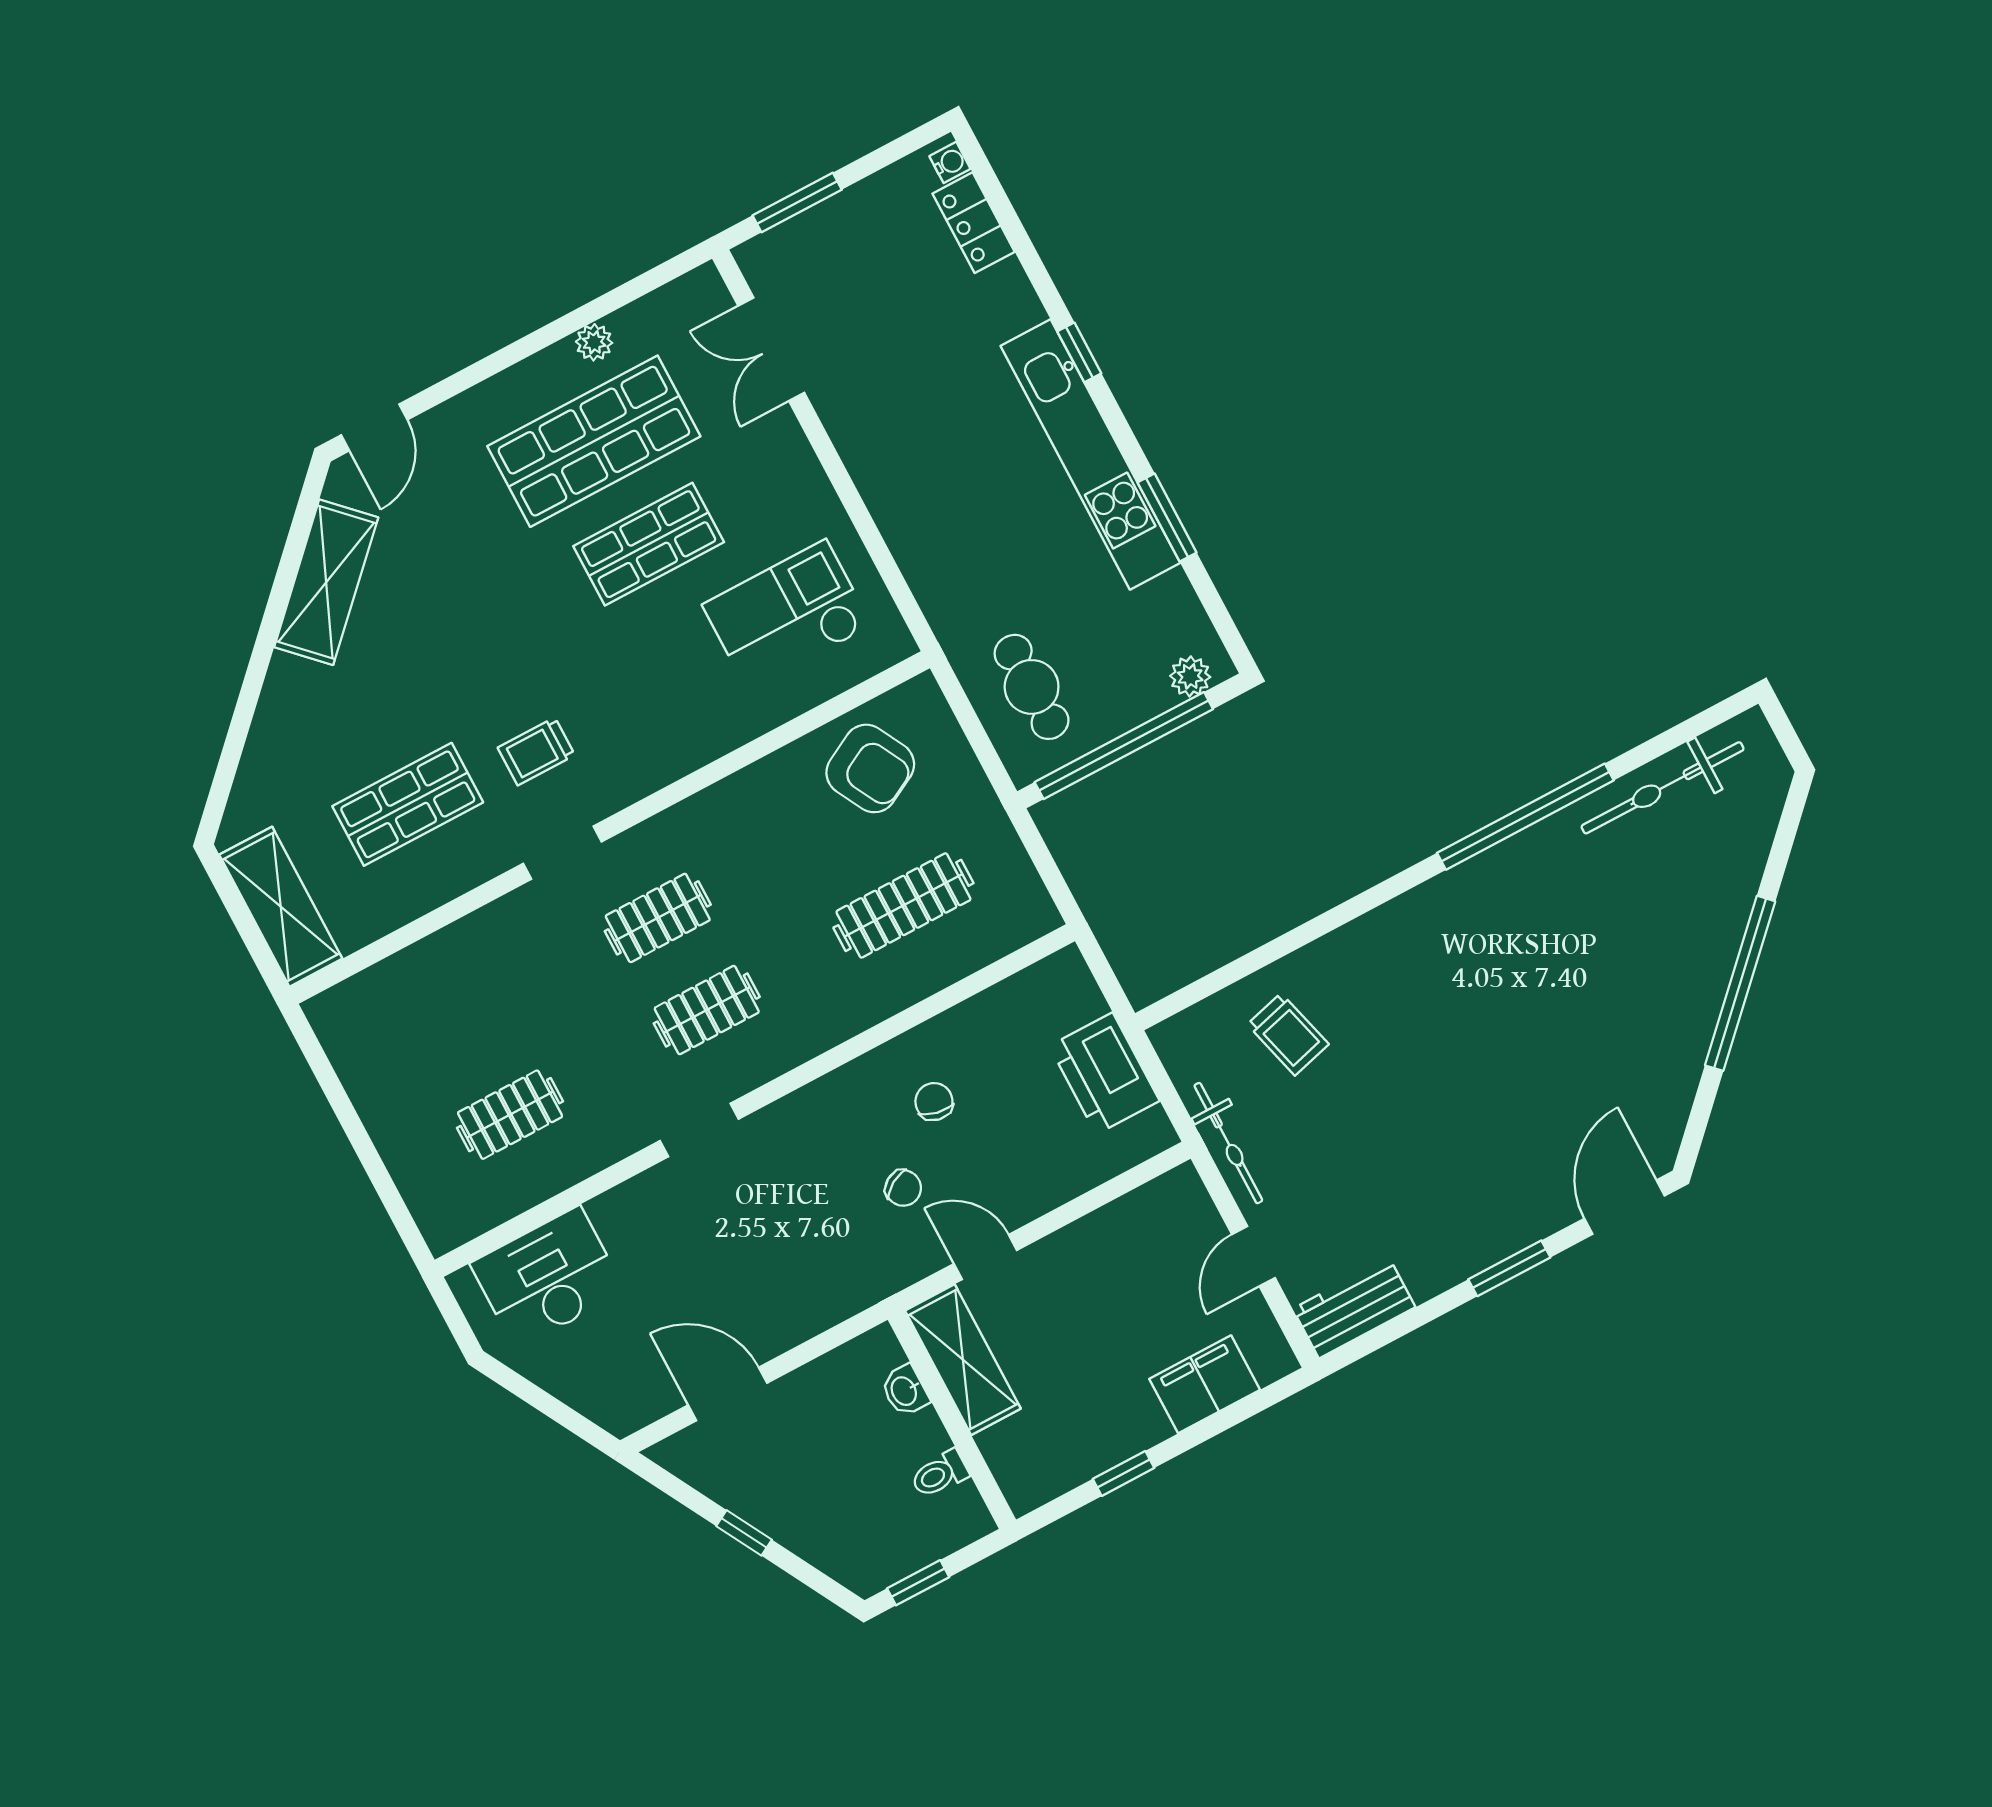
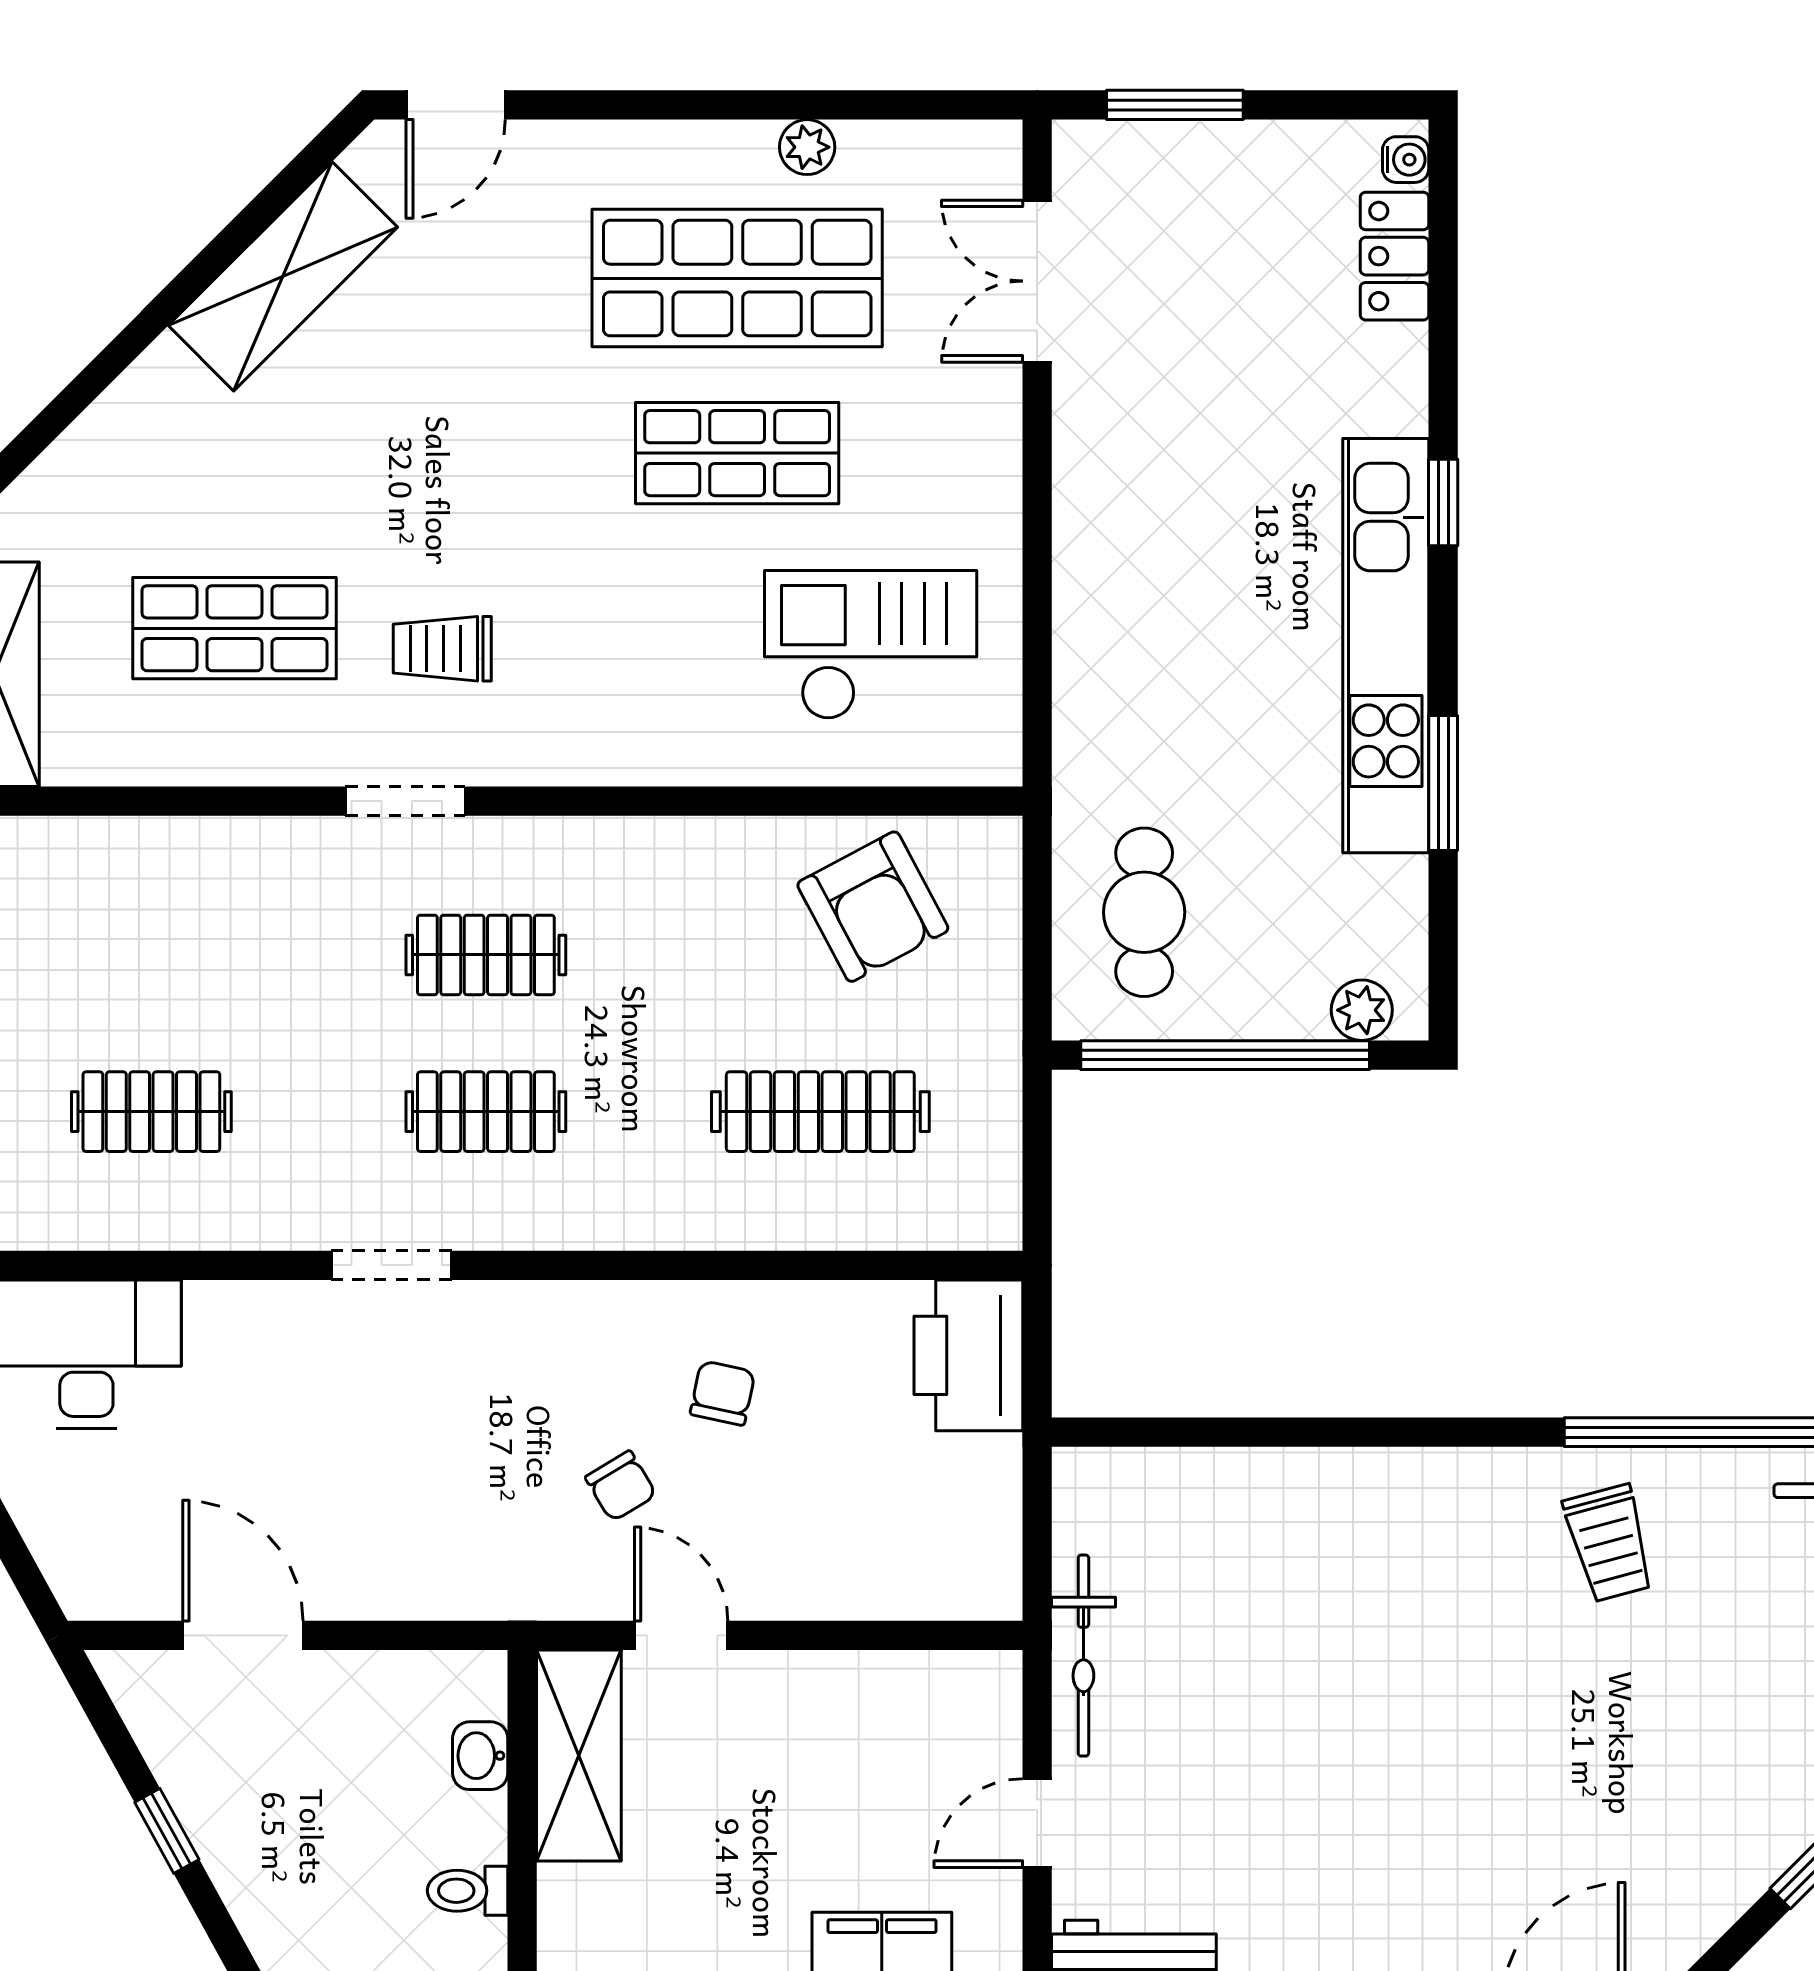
trolley: (1288, 1034) -> (1609, 1543), moved
printer: (1104, 1073) -> (968, 1355), moved

